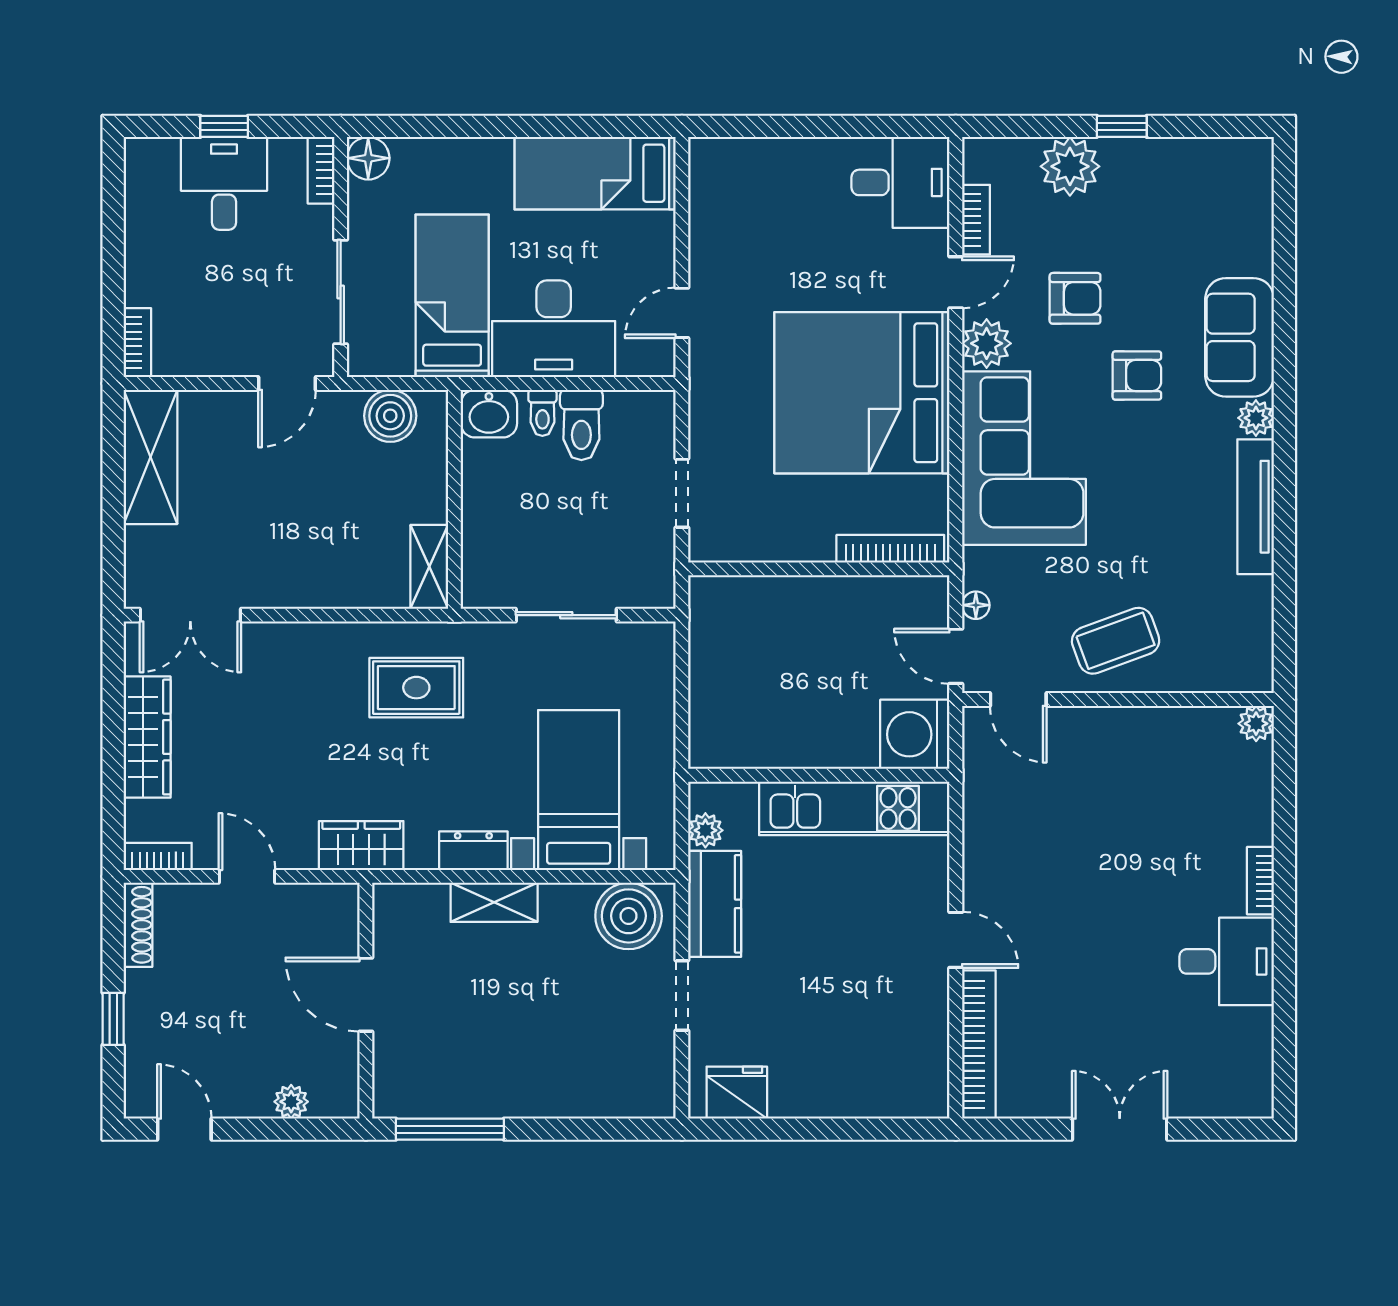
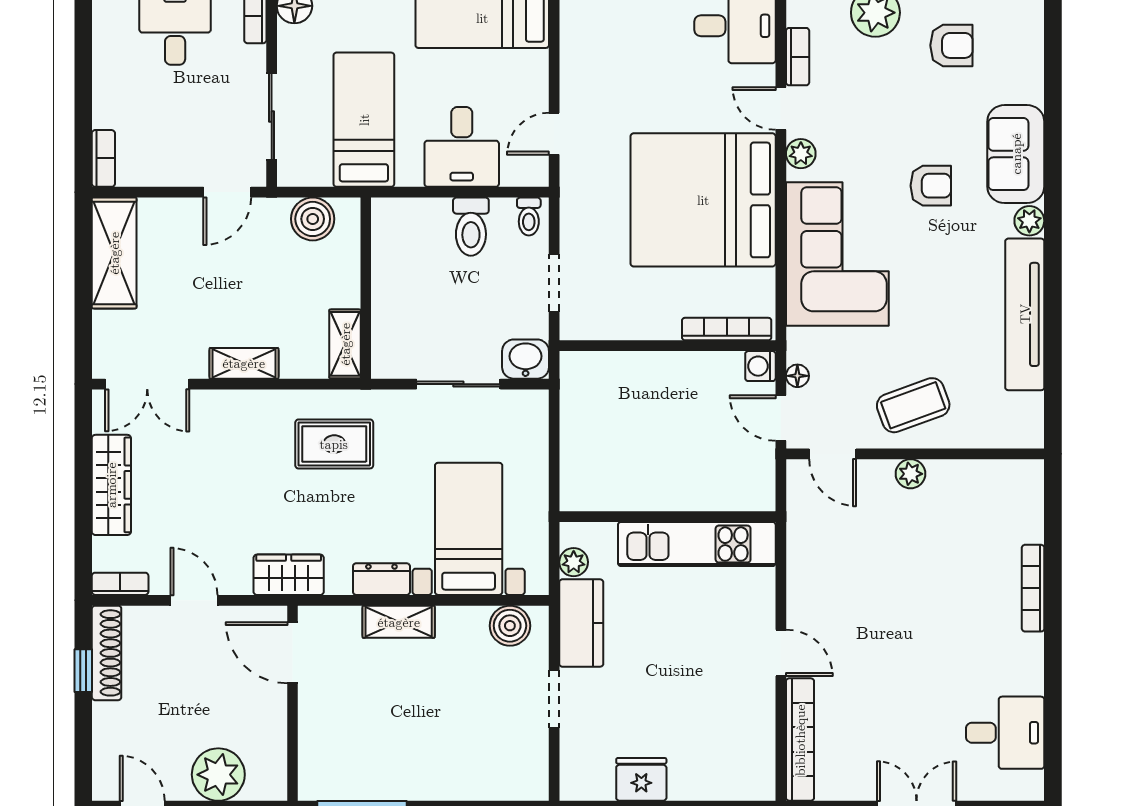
door: (956, 282) -> (781, 108), swing flipped
armchair: (1075, 298) -> (951, 45), moved
desk: (554, 329) -> (462, 147), width x0.73
plant: (987, 343) -> (801, 154), width x0.73, depth x0.73
toilet: (542, 413) -> (529, 217), moved
washbasin: (489, 414) -> (526, 359), moved, turned 180
tv unit: (1256, 507) -> (1025, 314), width x1.36, depth x1.29
shelving: (307, 590) -> (244, 363), added
plant: (1256, 724) -> (910, 474), moved
washing machine: (915, 734) -> (760, 366), moved, width x0.53, depth x0.53
bookcase: (1260, 881) -> (1033, 588), width x1.56
boiler: (629, 916) -> (510, 626), width x0.73, depth x0.73
shoe rack: (138, 925) -> (107, 653), width x1.36, depth x1.24
desk: (1227, 961) -> (1005, 733), moved
door: (366, 995) -> (293, 653), moved
window: (113, 1019) -> (83, 671), moved
fridge: (737, 1093) -> (641, 779), moved
plant: (291, 1102) -> (218, 775), width x1.88, depth x1.88

